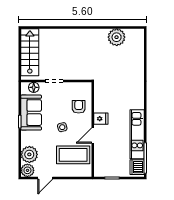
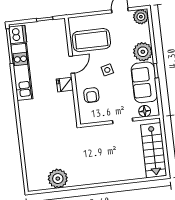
plant: (29, 154) -> (143, 52), moved

